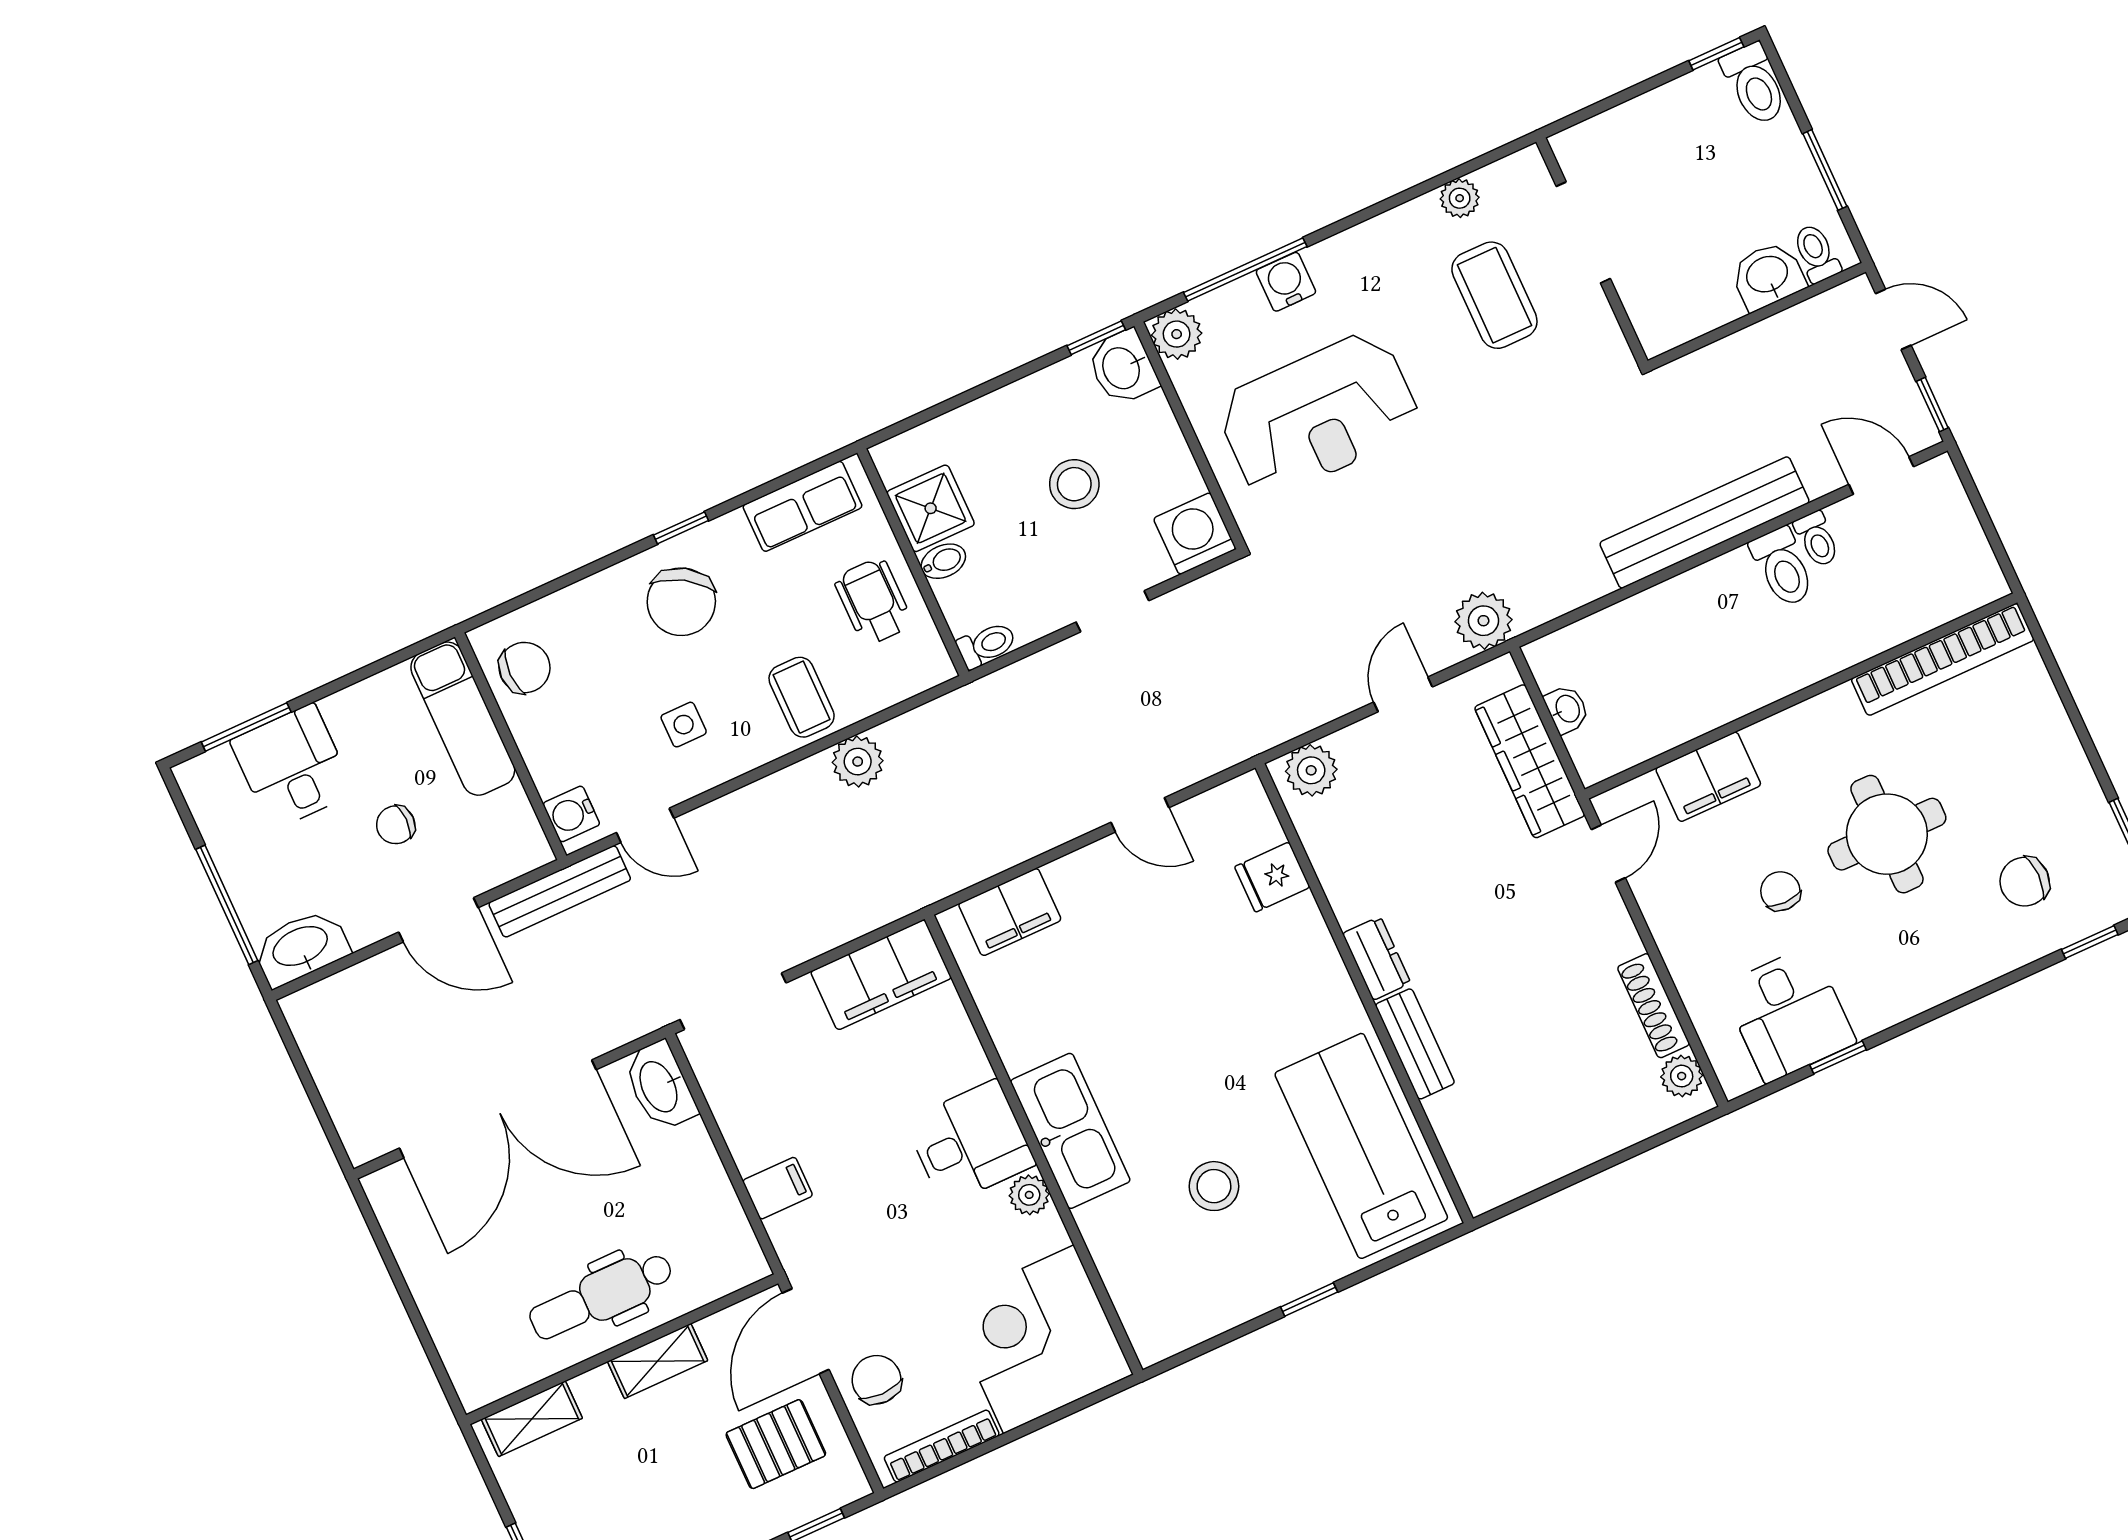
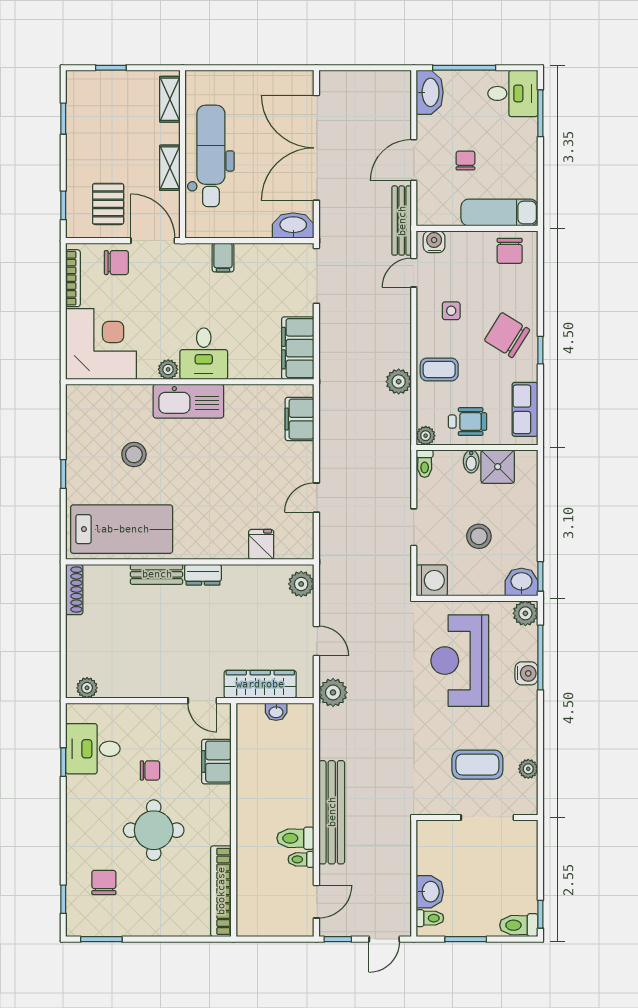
plant: (934, 667) -> (426, 436), added
desk: (292, 767) -> (513, 93), moved
shoe rack: (1654, 1006) -> (74, 589), moved, turned 90
dental chair: (601, 1296) -> (211, 156), width x1.36, depth x1.38

